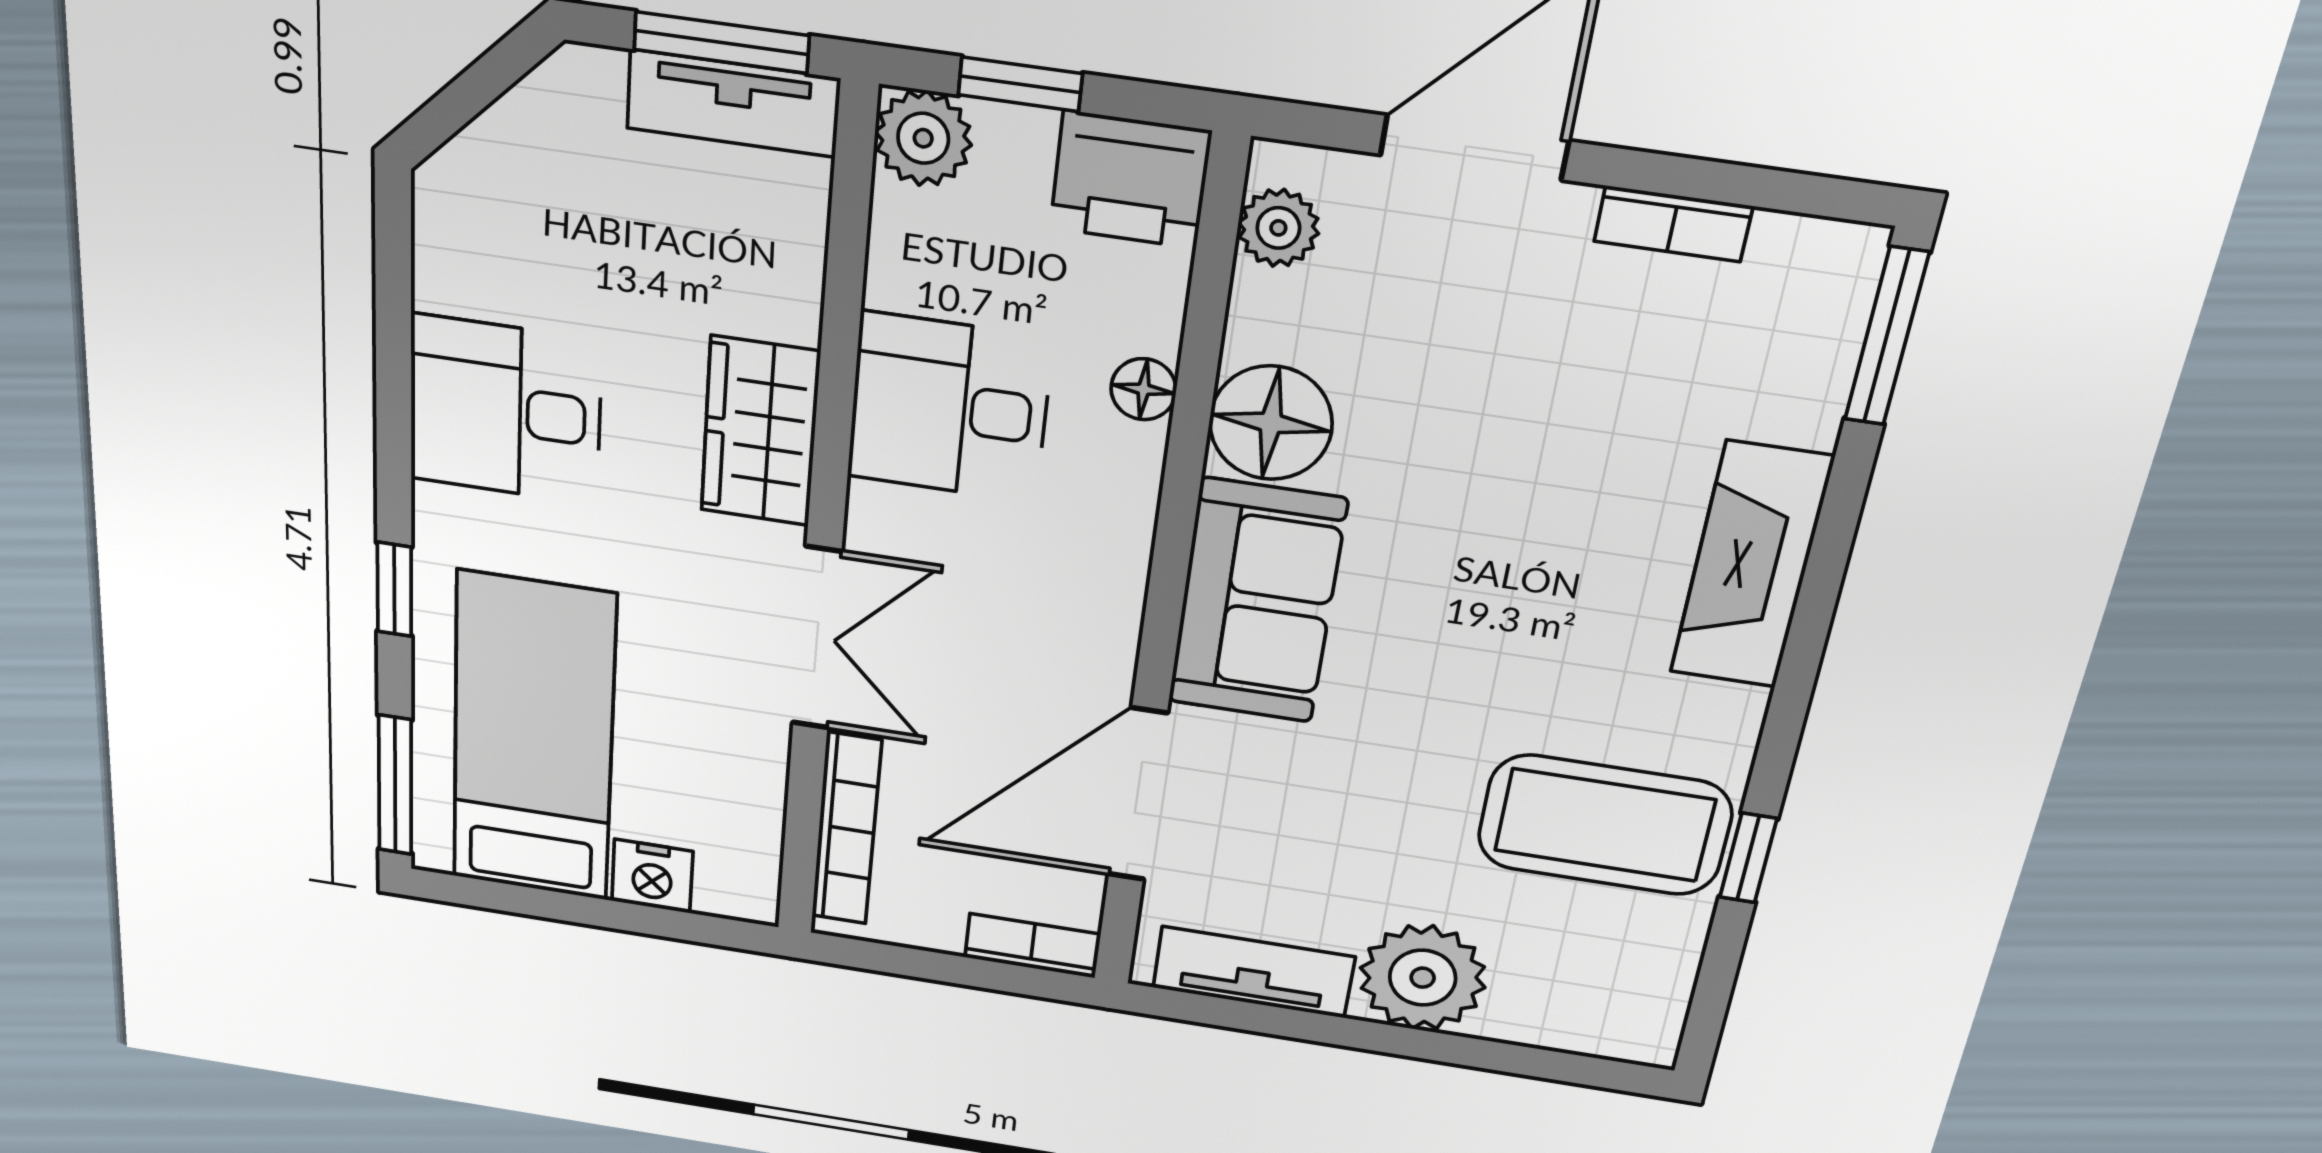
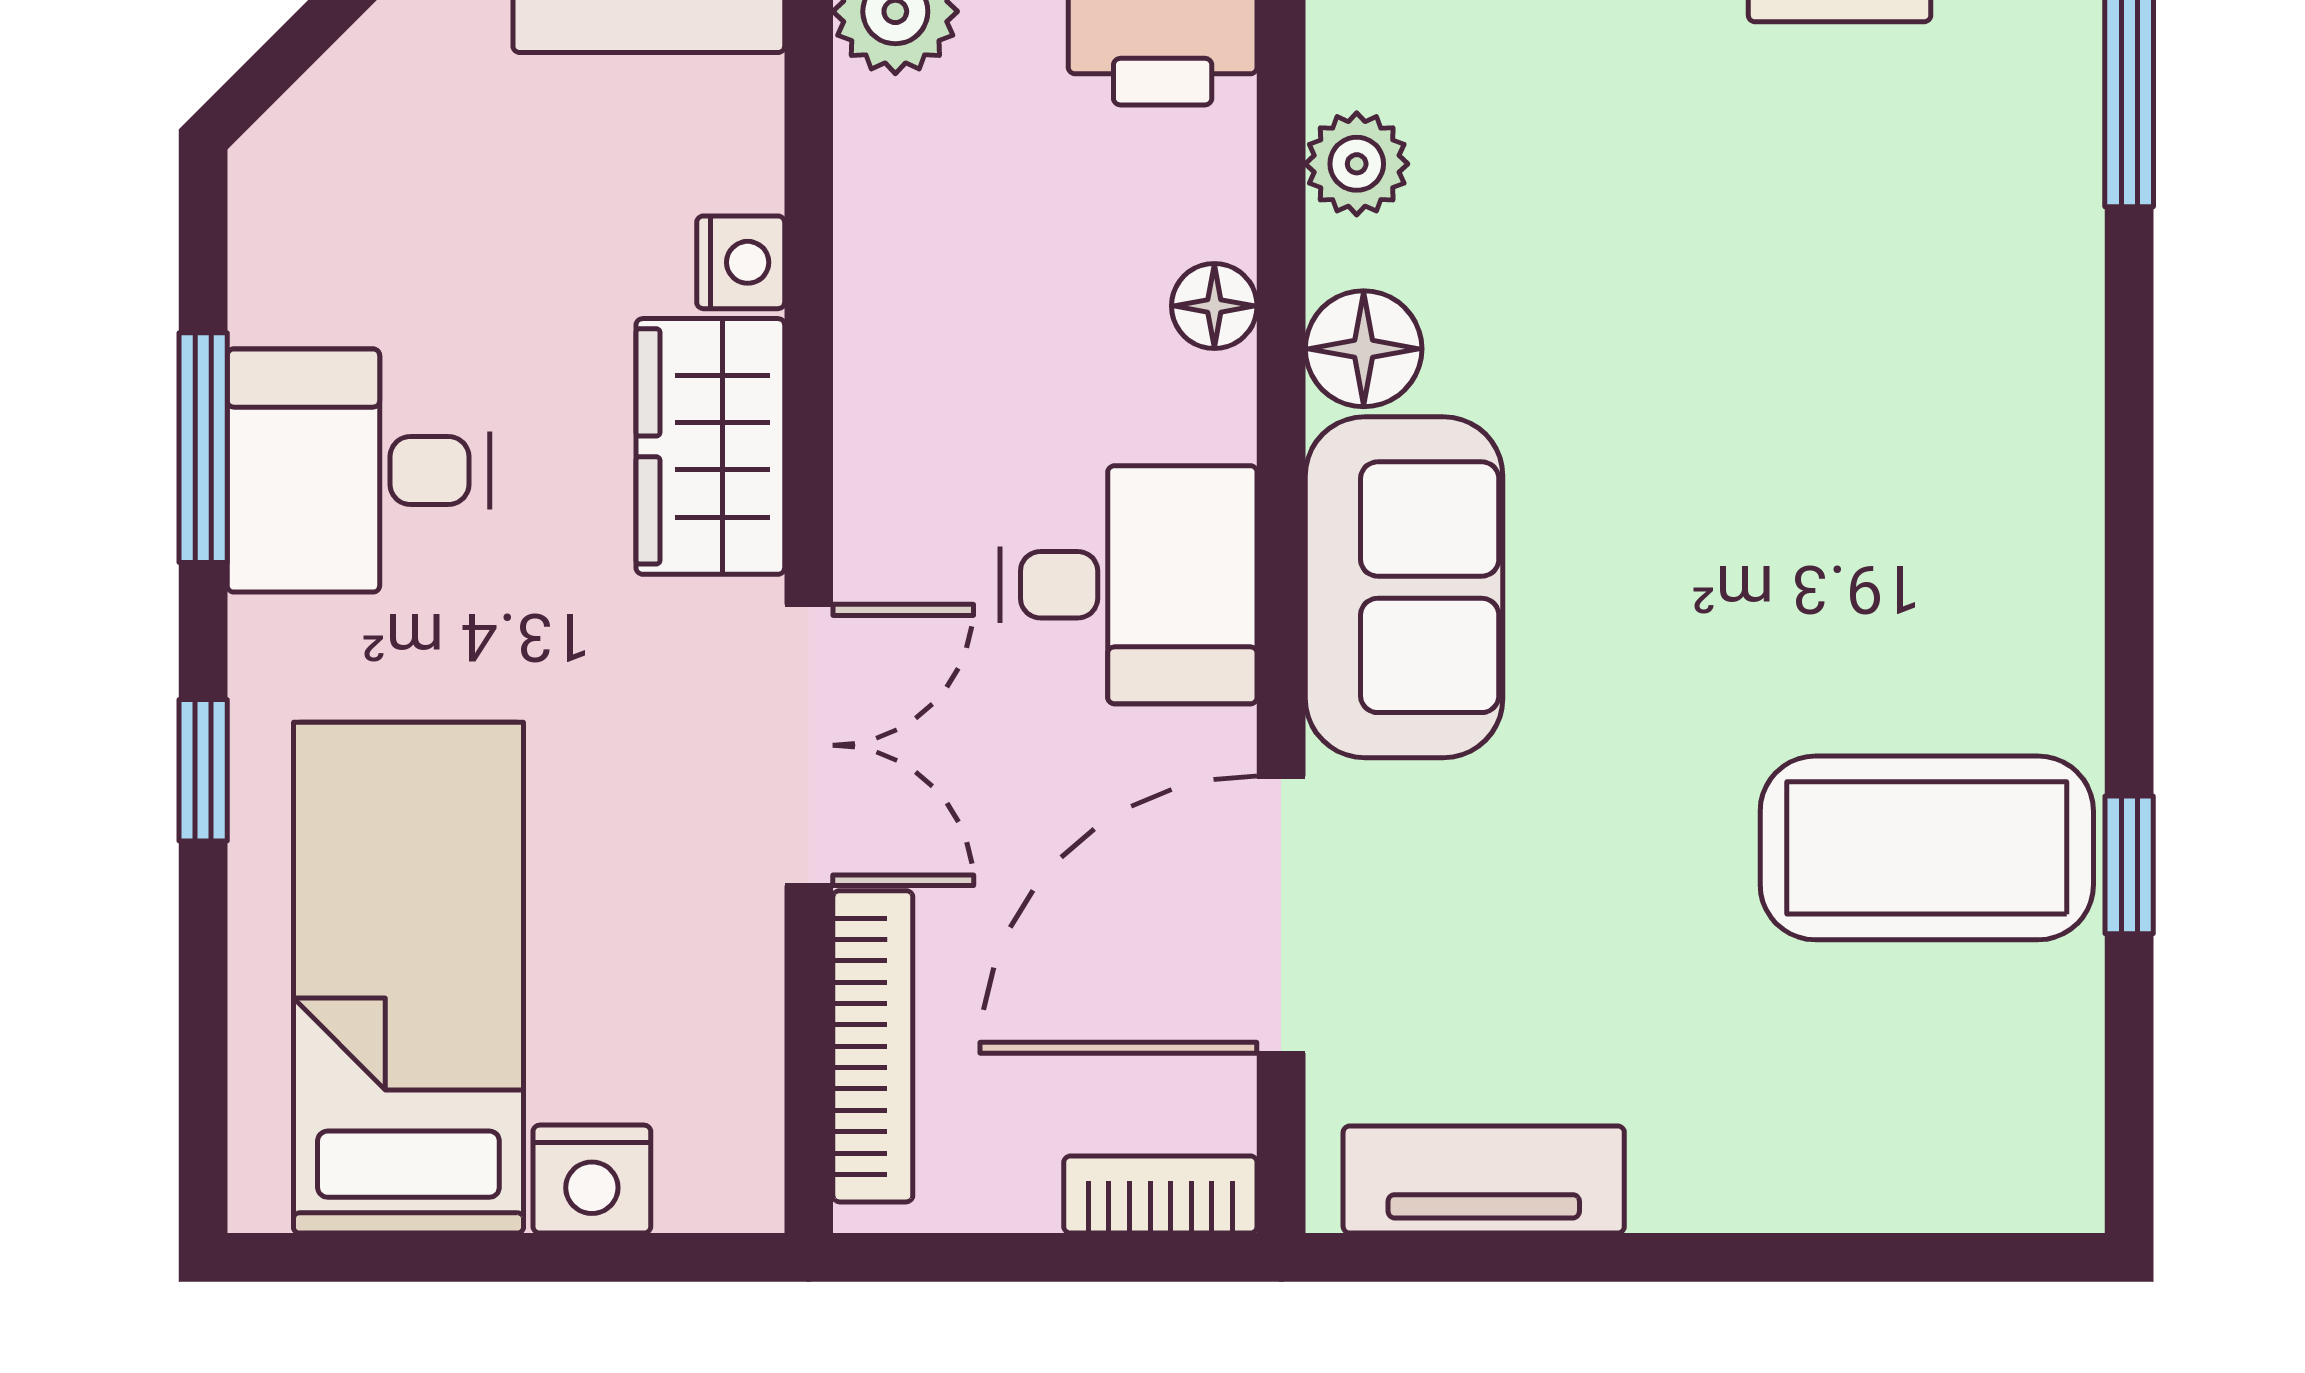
plant: (1278, 228) -> (1357, 164), moved
nightstand: (791, 306) -> (741, 262), added
desk: (949, 408) -> (1128, 585), moved, turned 180
floor lamp: (1271, 423) -> (1364, 349), width x0.73, depth x0.73
fireplace: (1751, 566) -> (2035, 428), removed
window: (395, 785) -> (203, 448), moved
plant: (1423, 978) -> (1724, 1143), removed

